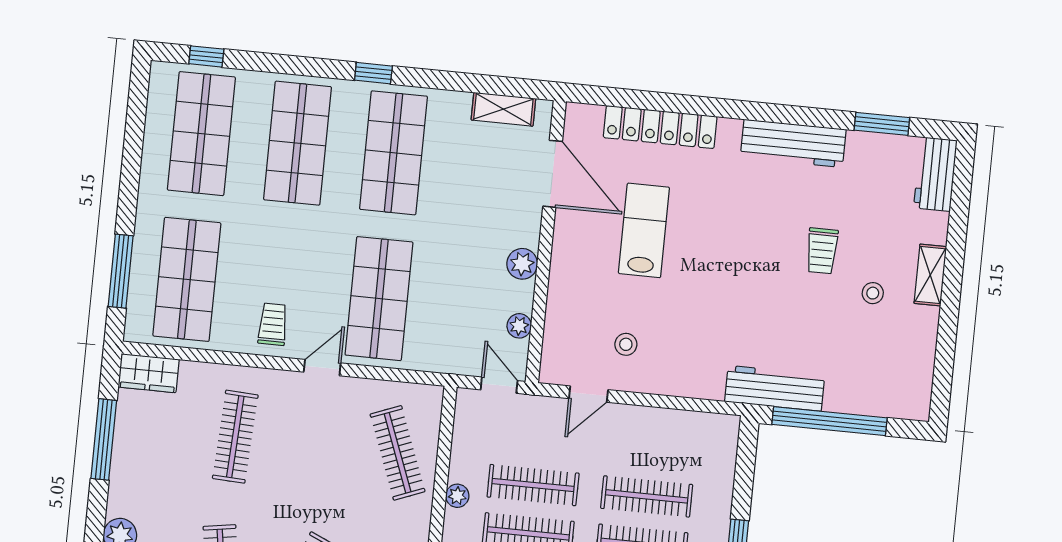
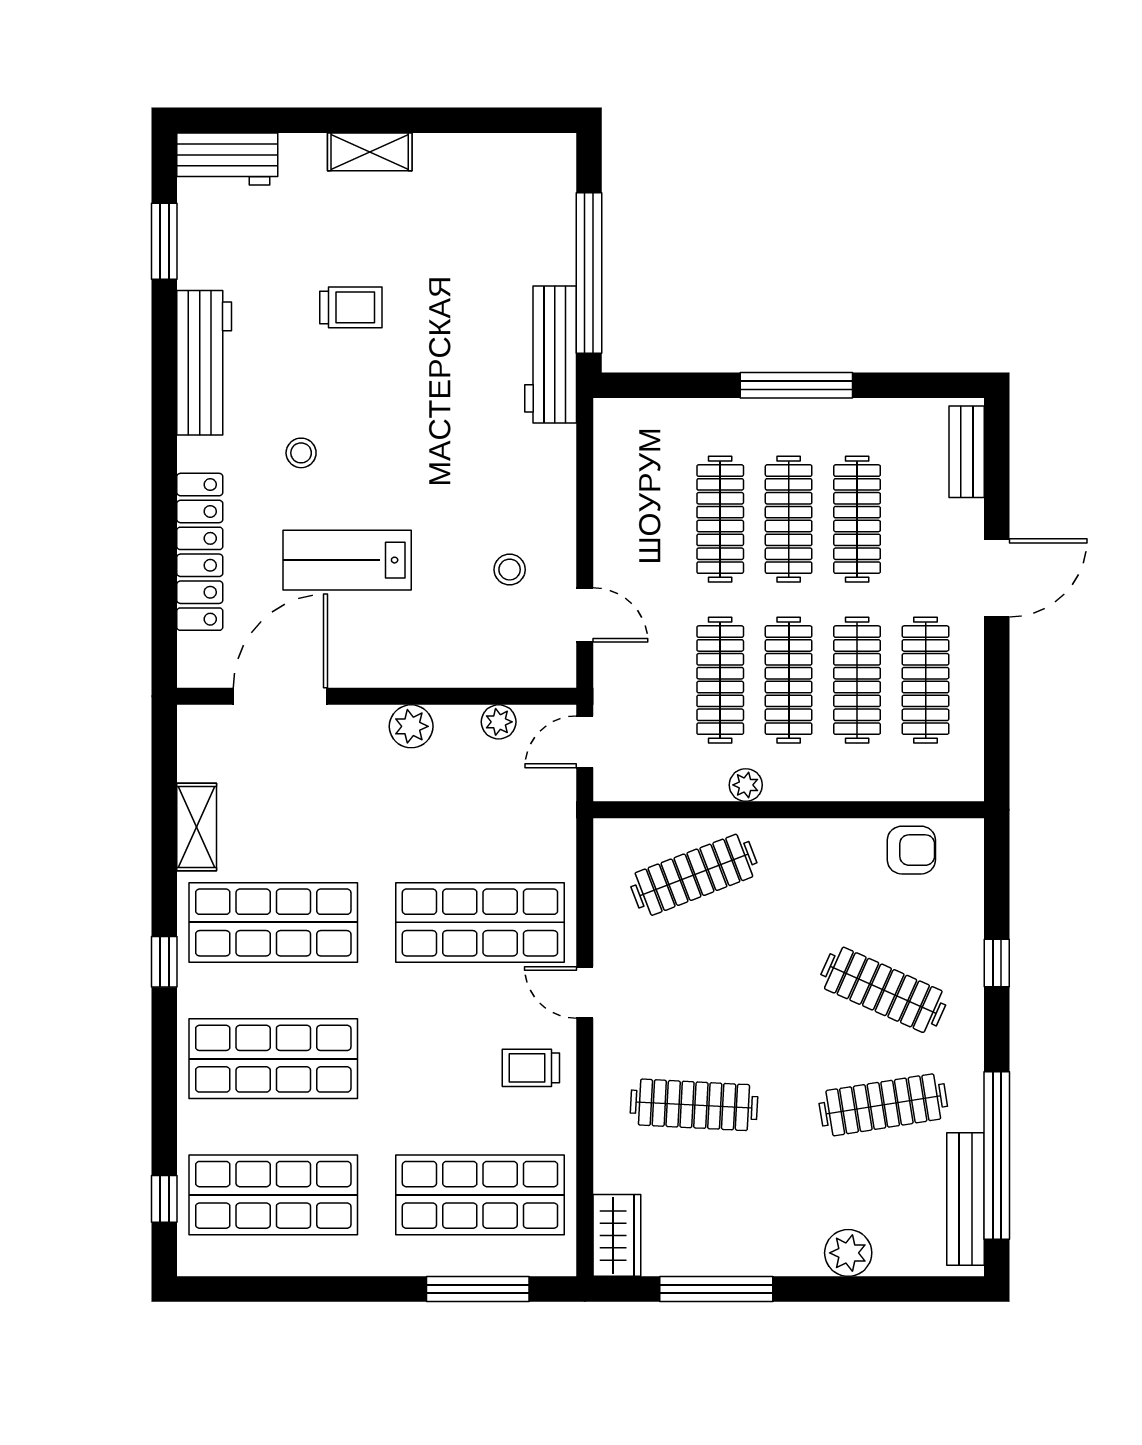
shelving: (503, 109) -> (197, 827), moved
stool: (873, 293) -> (301, 453), moved

